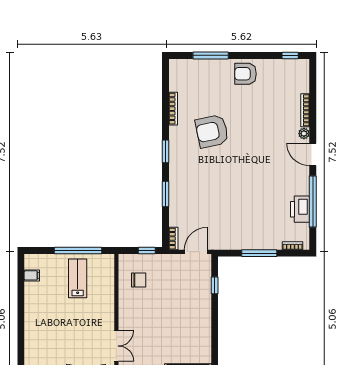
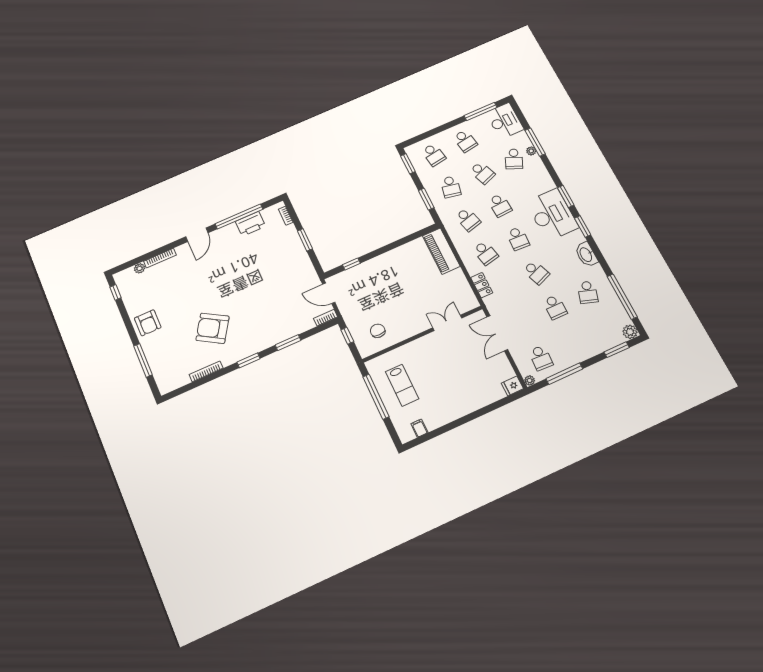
armchair: (212, 131) -> (213, 328), turned 134
plant: (304, 134) -> (139, 268), moved
window: (259, 253) -> (305, 240), width x0.69
lab bench: (78, 278) -> (402, 385), turned -90

